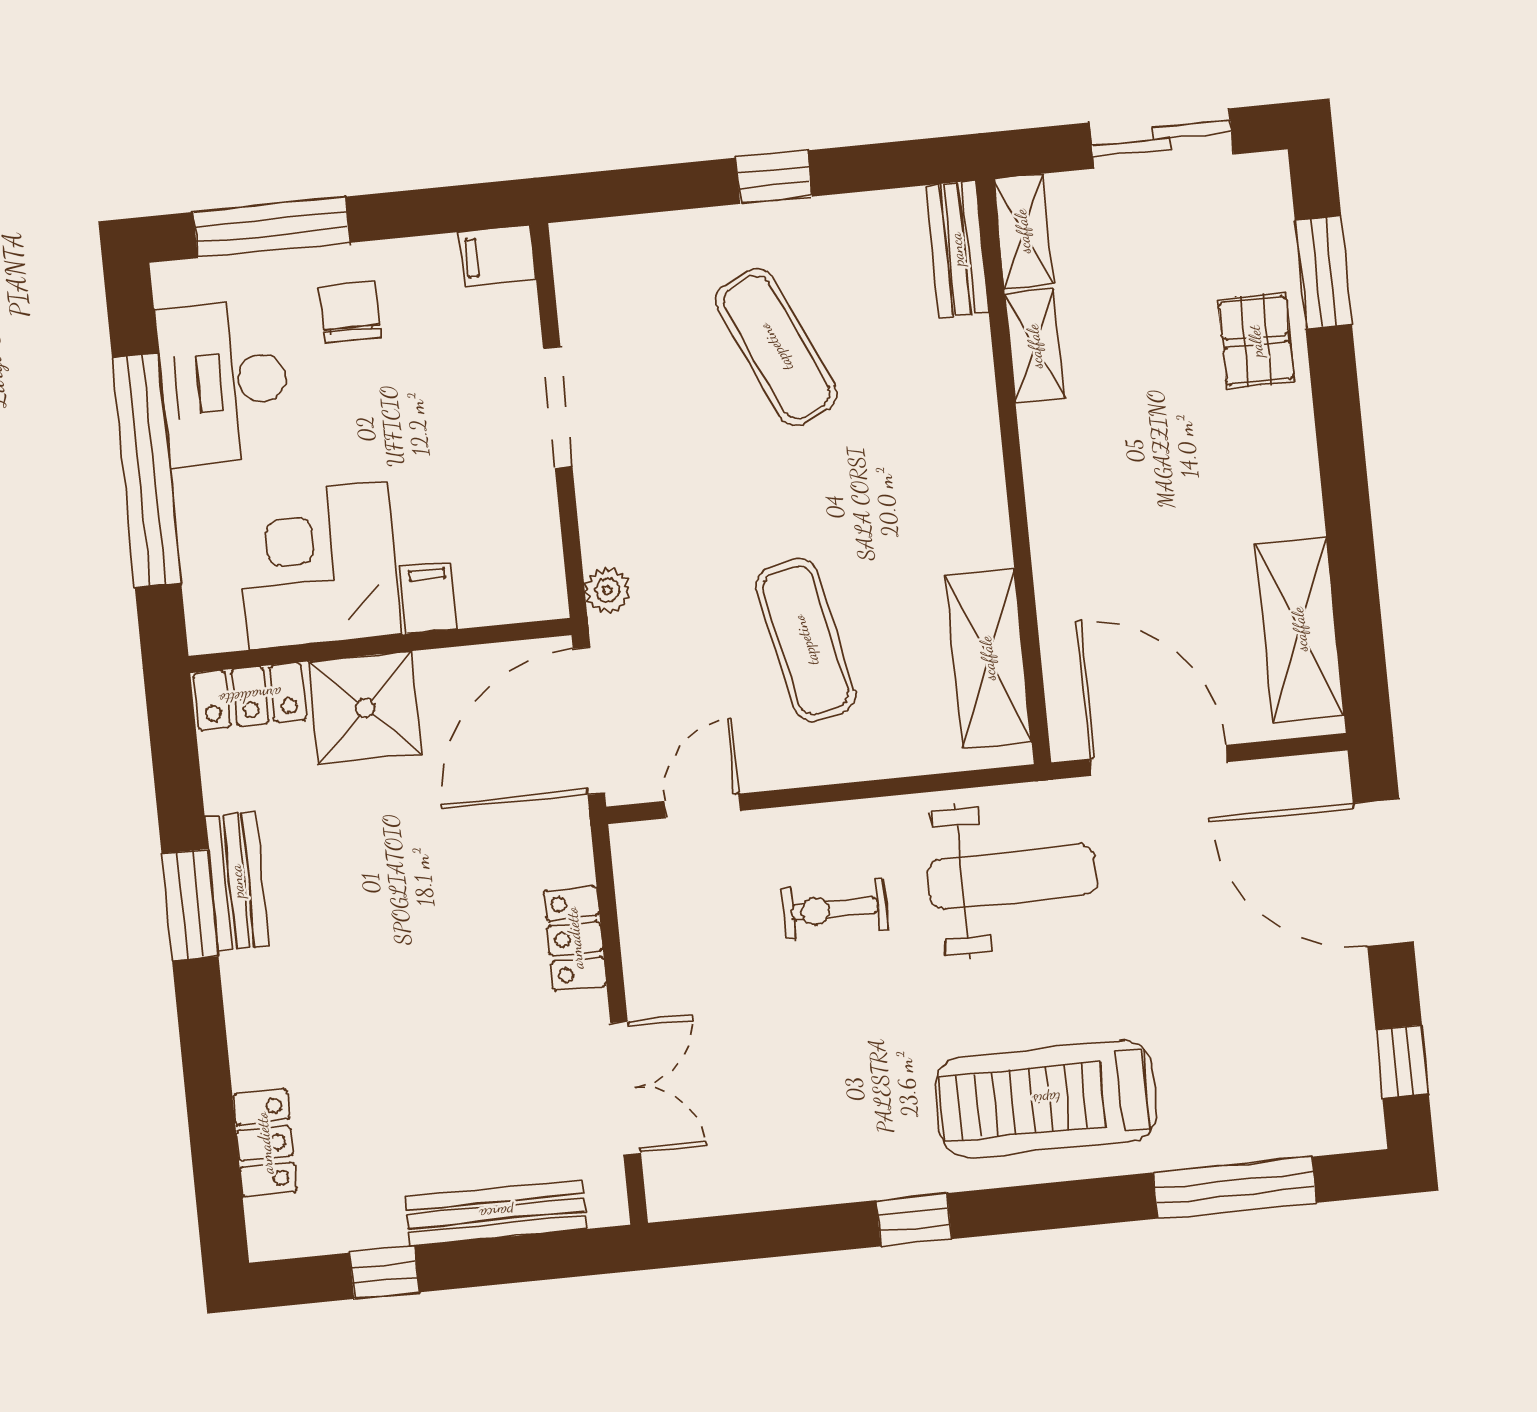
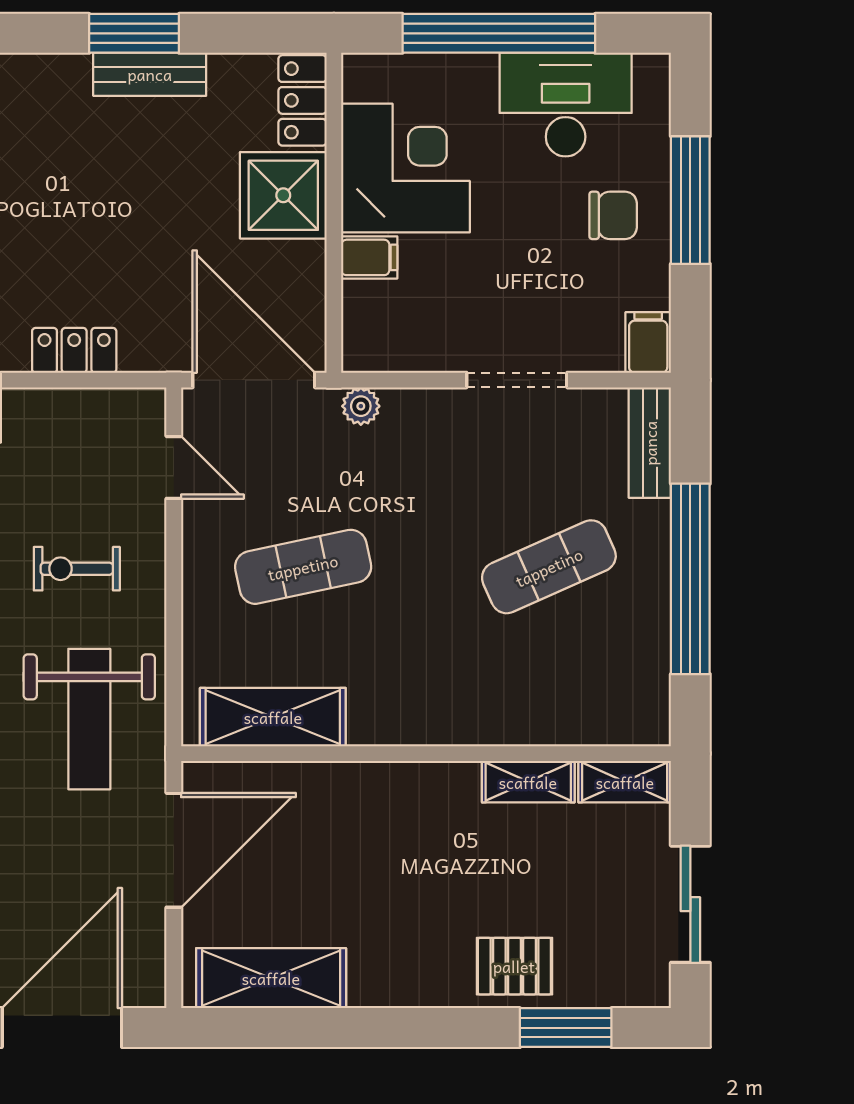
window: (774, 177) -> (690, 579), width x3.17
window: (272, 227) -> (690, 200), moved
bench: (957, 249) -> (650, 443), moved, turned 90
exercise bike: (835, 909) -> (77, 569), turned -90

